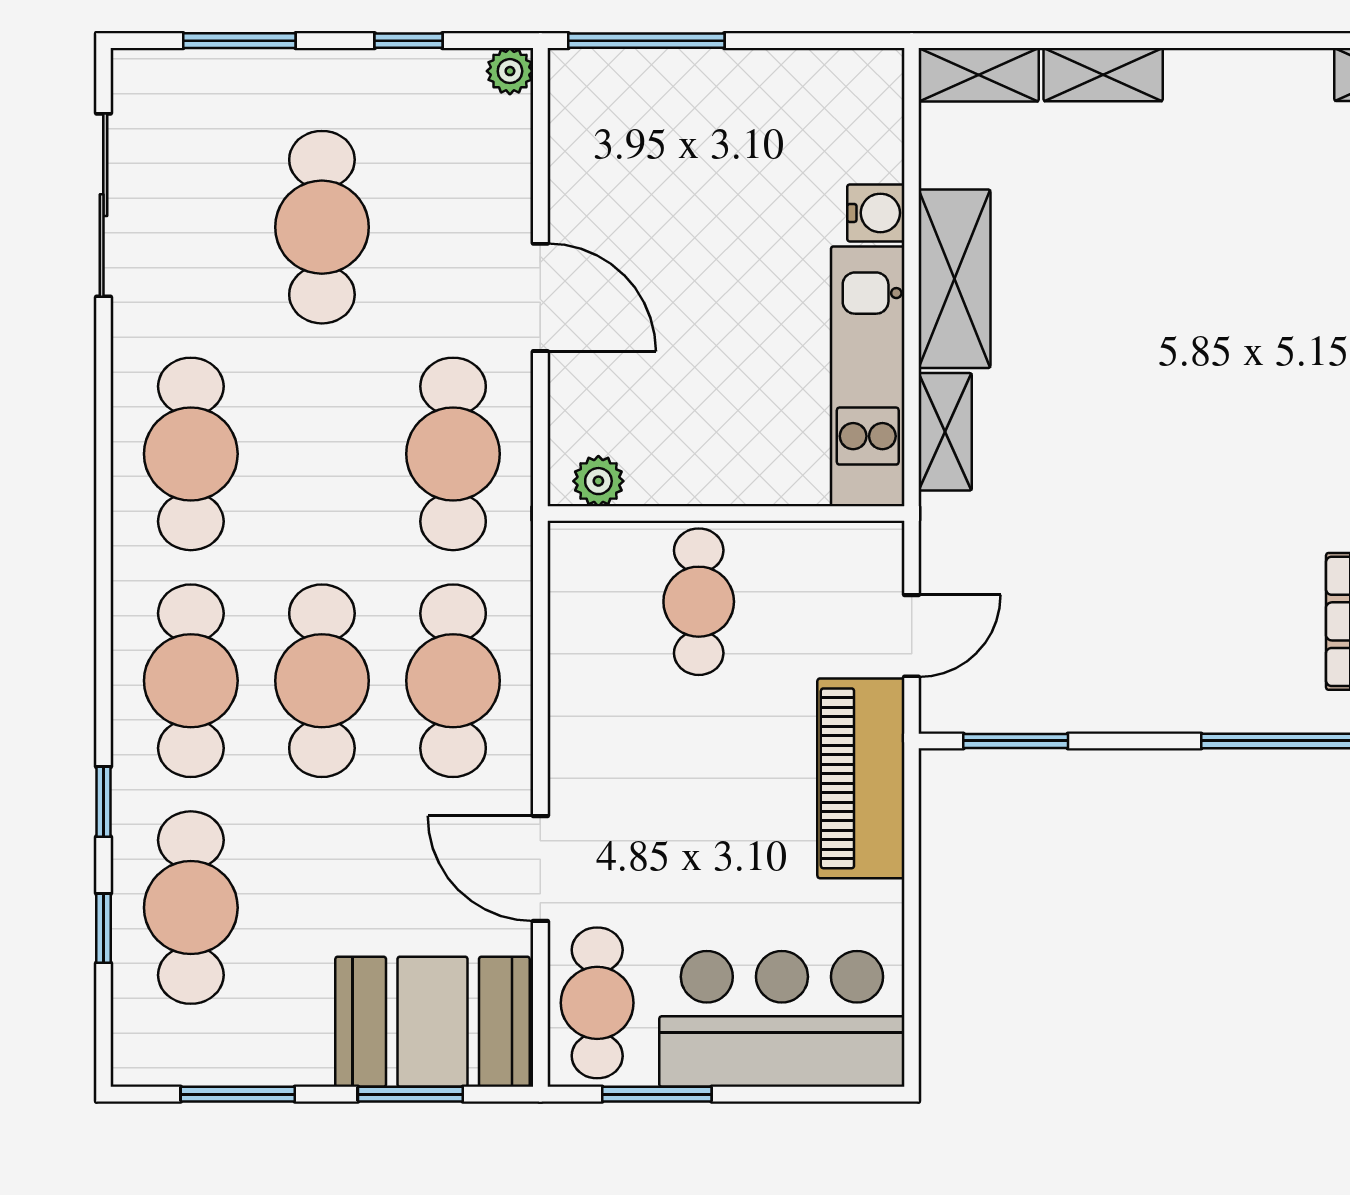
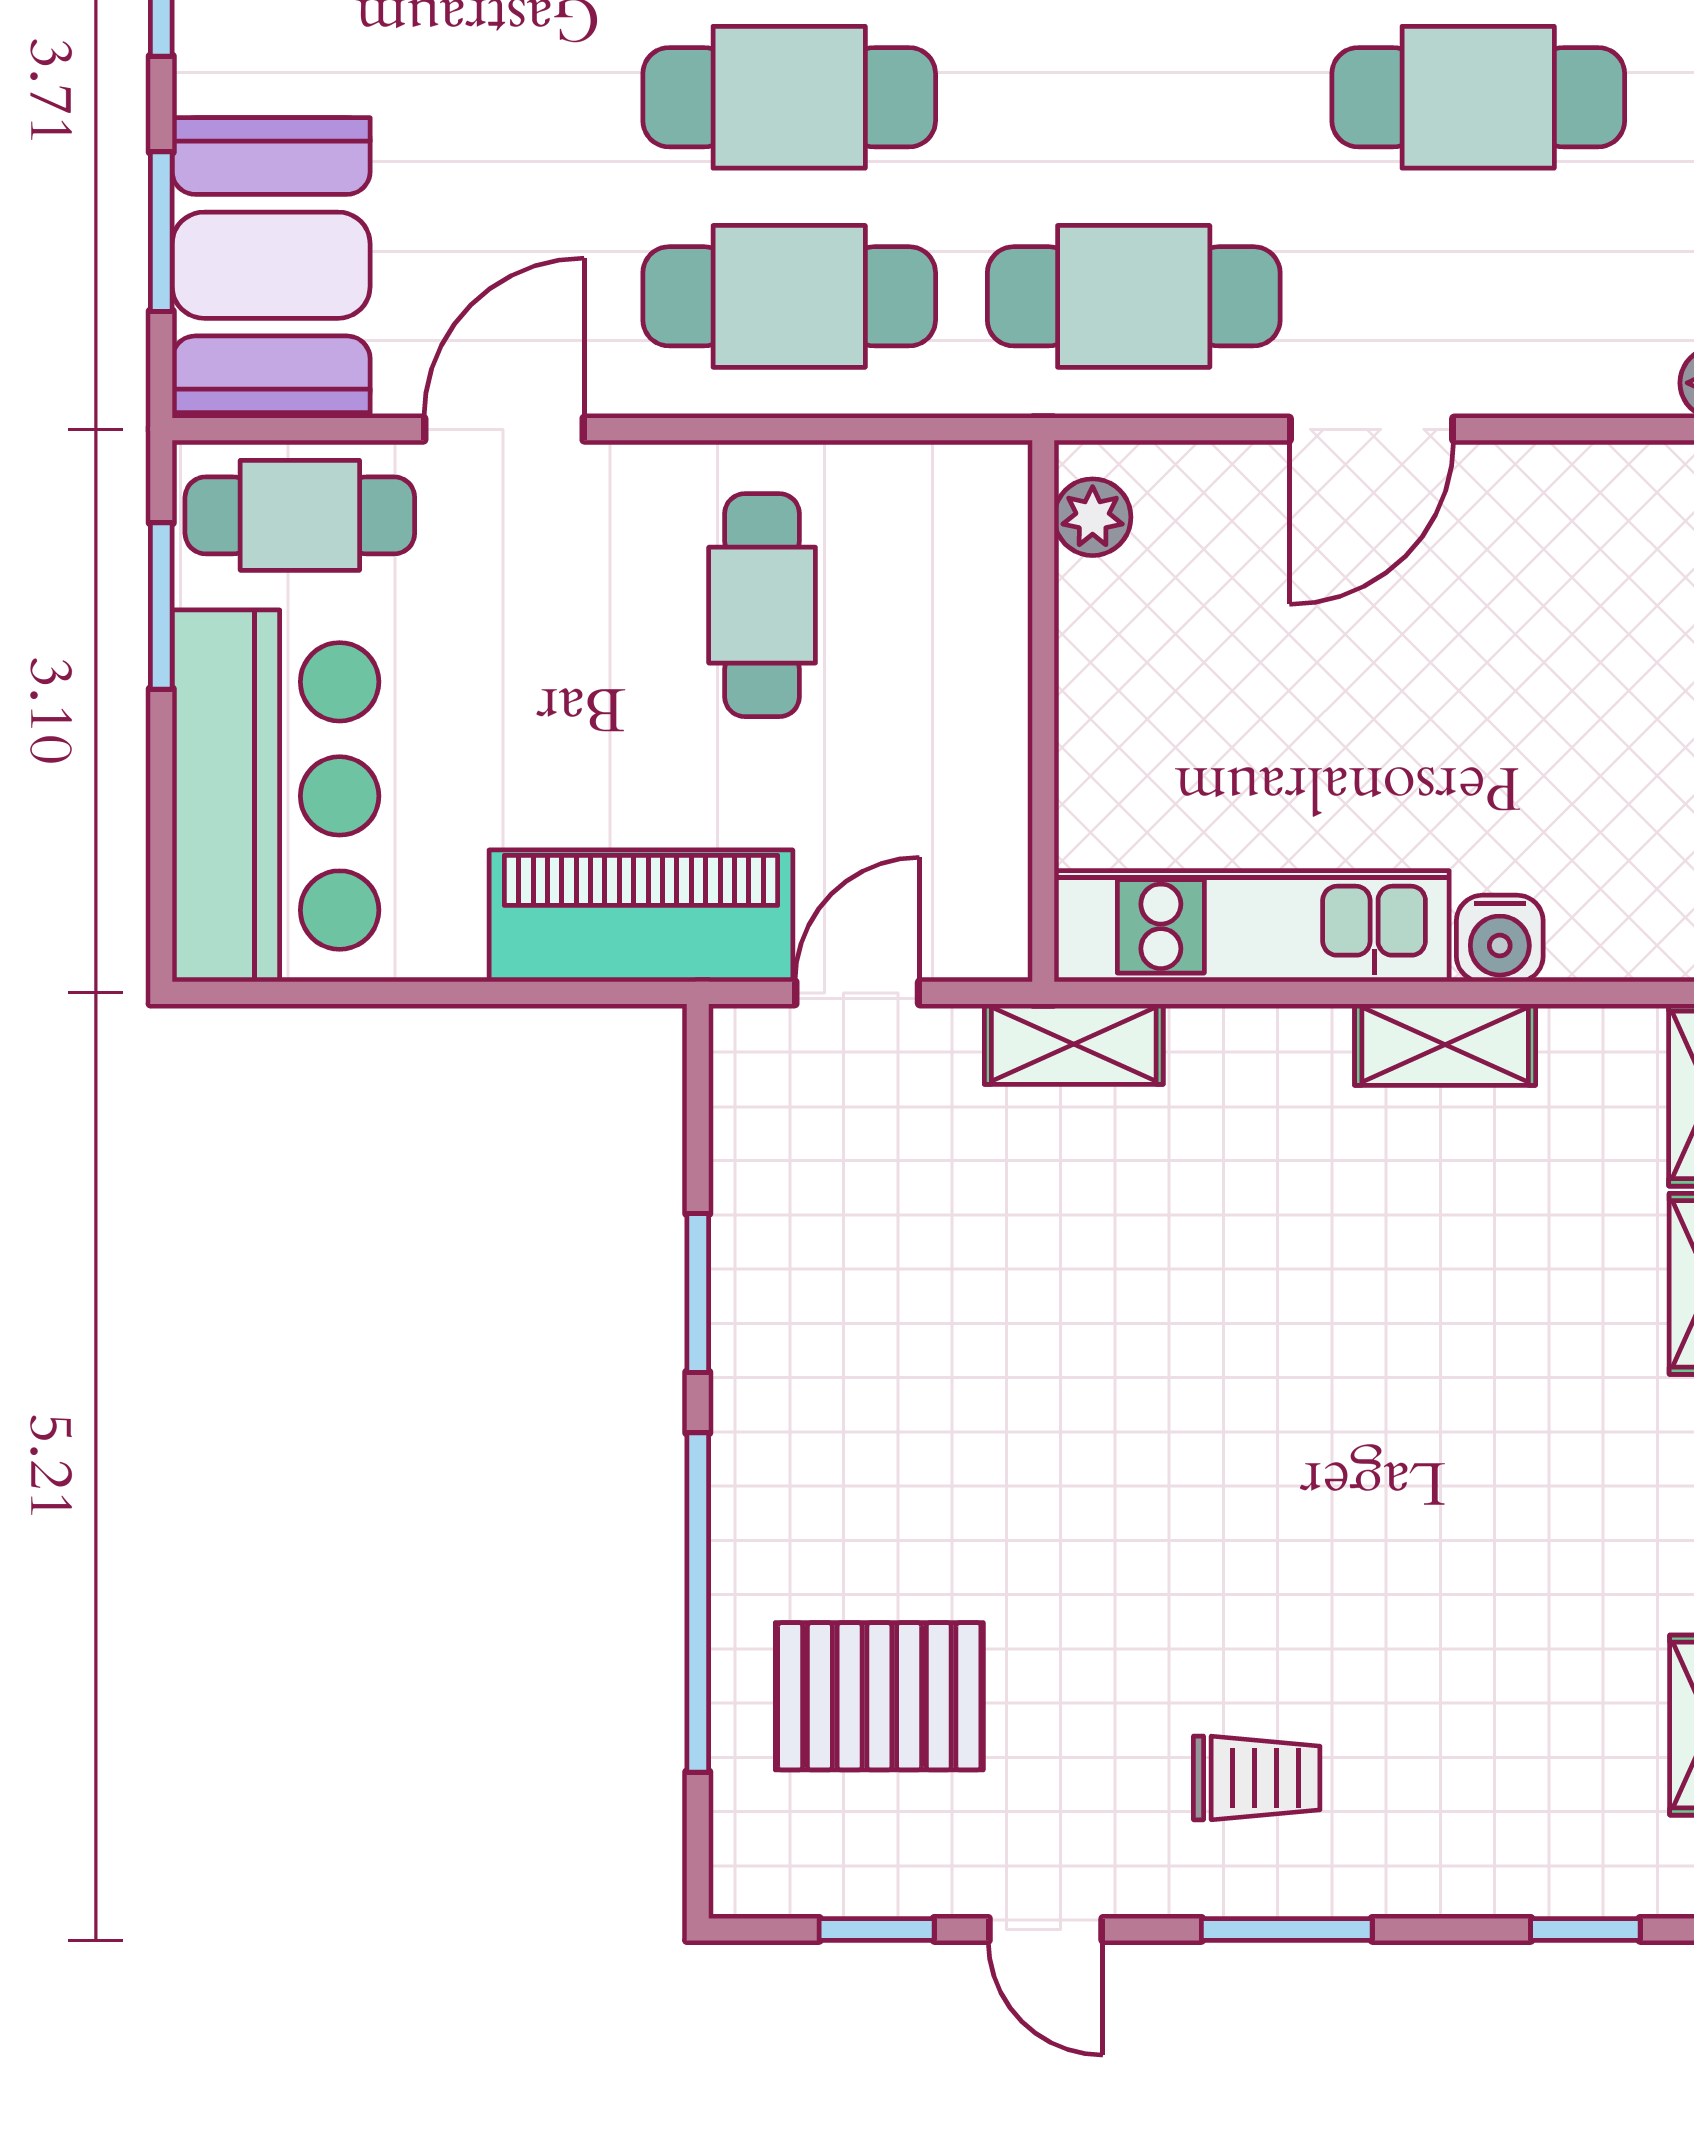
shelving: (955, 279) -> (1445, 1045), width x0.67, depth x0.75
shelving: (945, 432) -> (1074, 1044), moved
cafe table: (699, 602) -> (762, 605), moved, turned 90
door: (912, 636) -> (857, 993), swing flipped
window: (1016, 741) -> (698, 1293), moved

